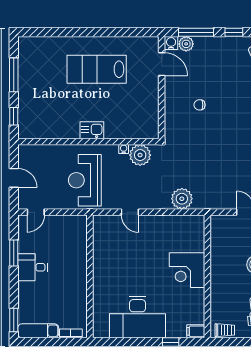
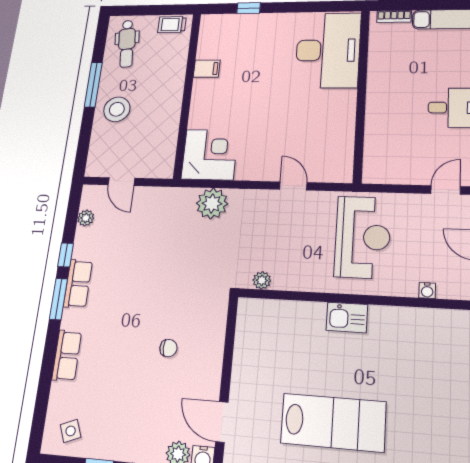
water cooler: (124, 149) -> (427, 291), moved
plant: (140, 155) -> (262, 280), width x0.53, depth x0.53
corner desk: (187, 270) -> (210, 155), moved
desk: (137, 317) -> (328, 50), moved, turned 90
filing cabinet: (196, 331) -> (207, 69), moved

